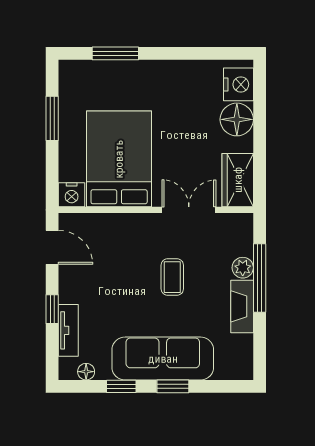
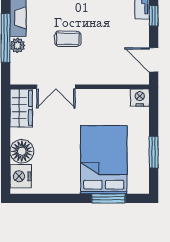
bed: (119, 159) -> (104, 160), moved, turned 180
coffee table: (172, 277) -> (68, 39), turned 90

